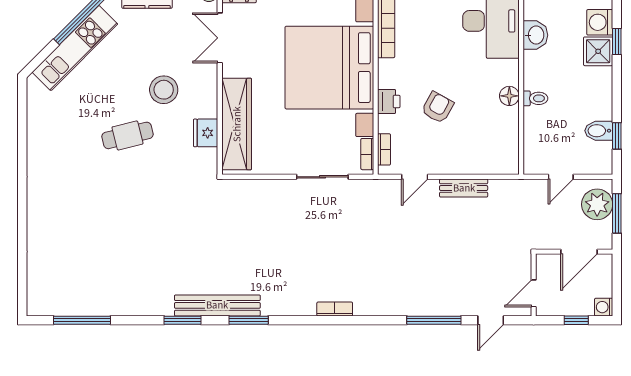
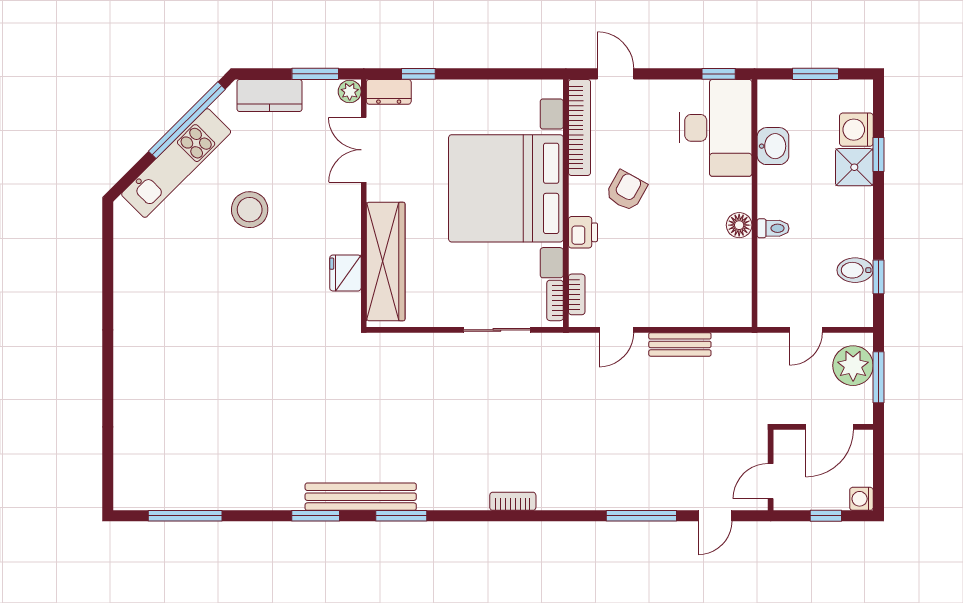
stool: (164, 90) -> (250, 210), moved
armchair: (437, 108) -> (626, 191), moved
cafe table: (127, 135) -> (244, 276), removed

